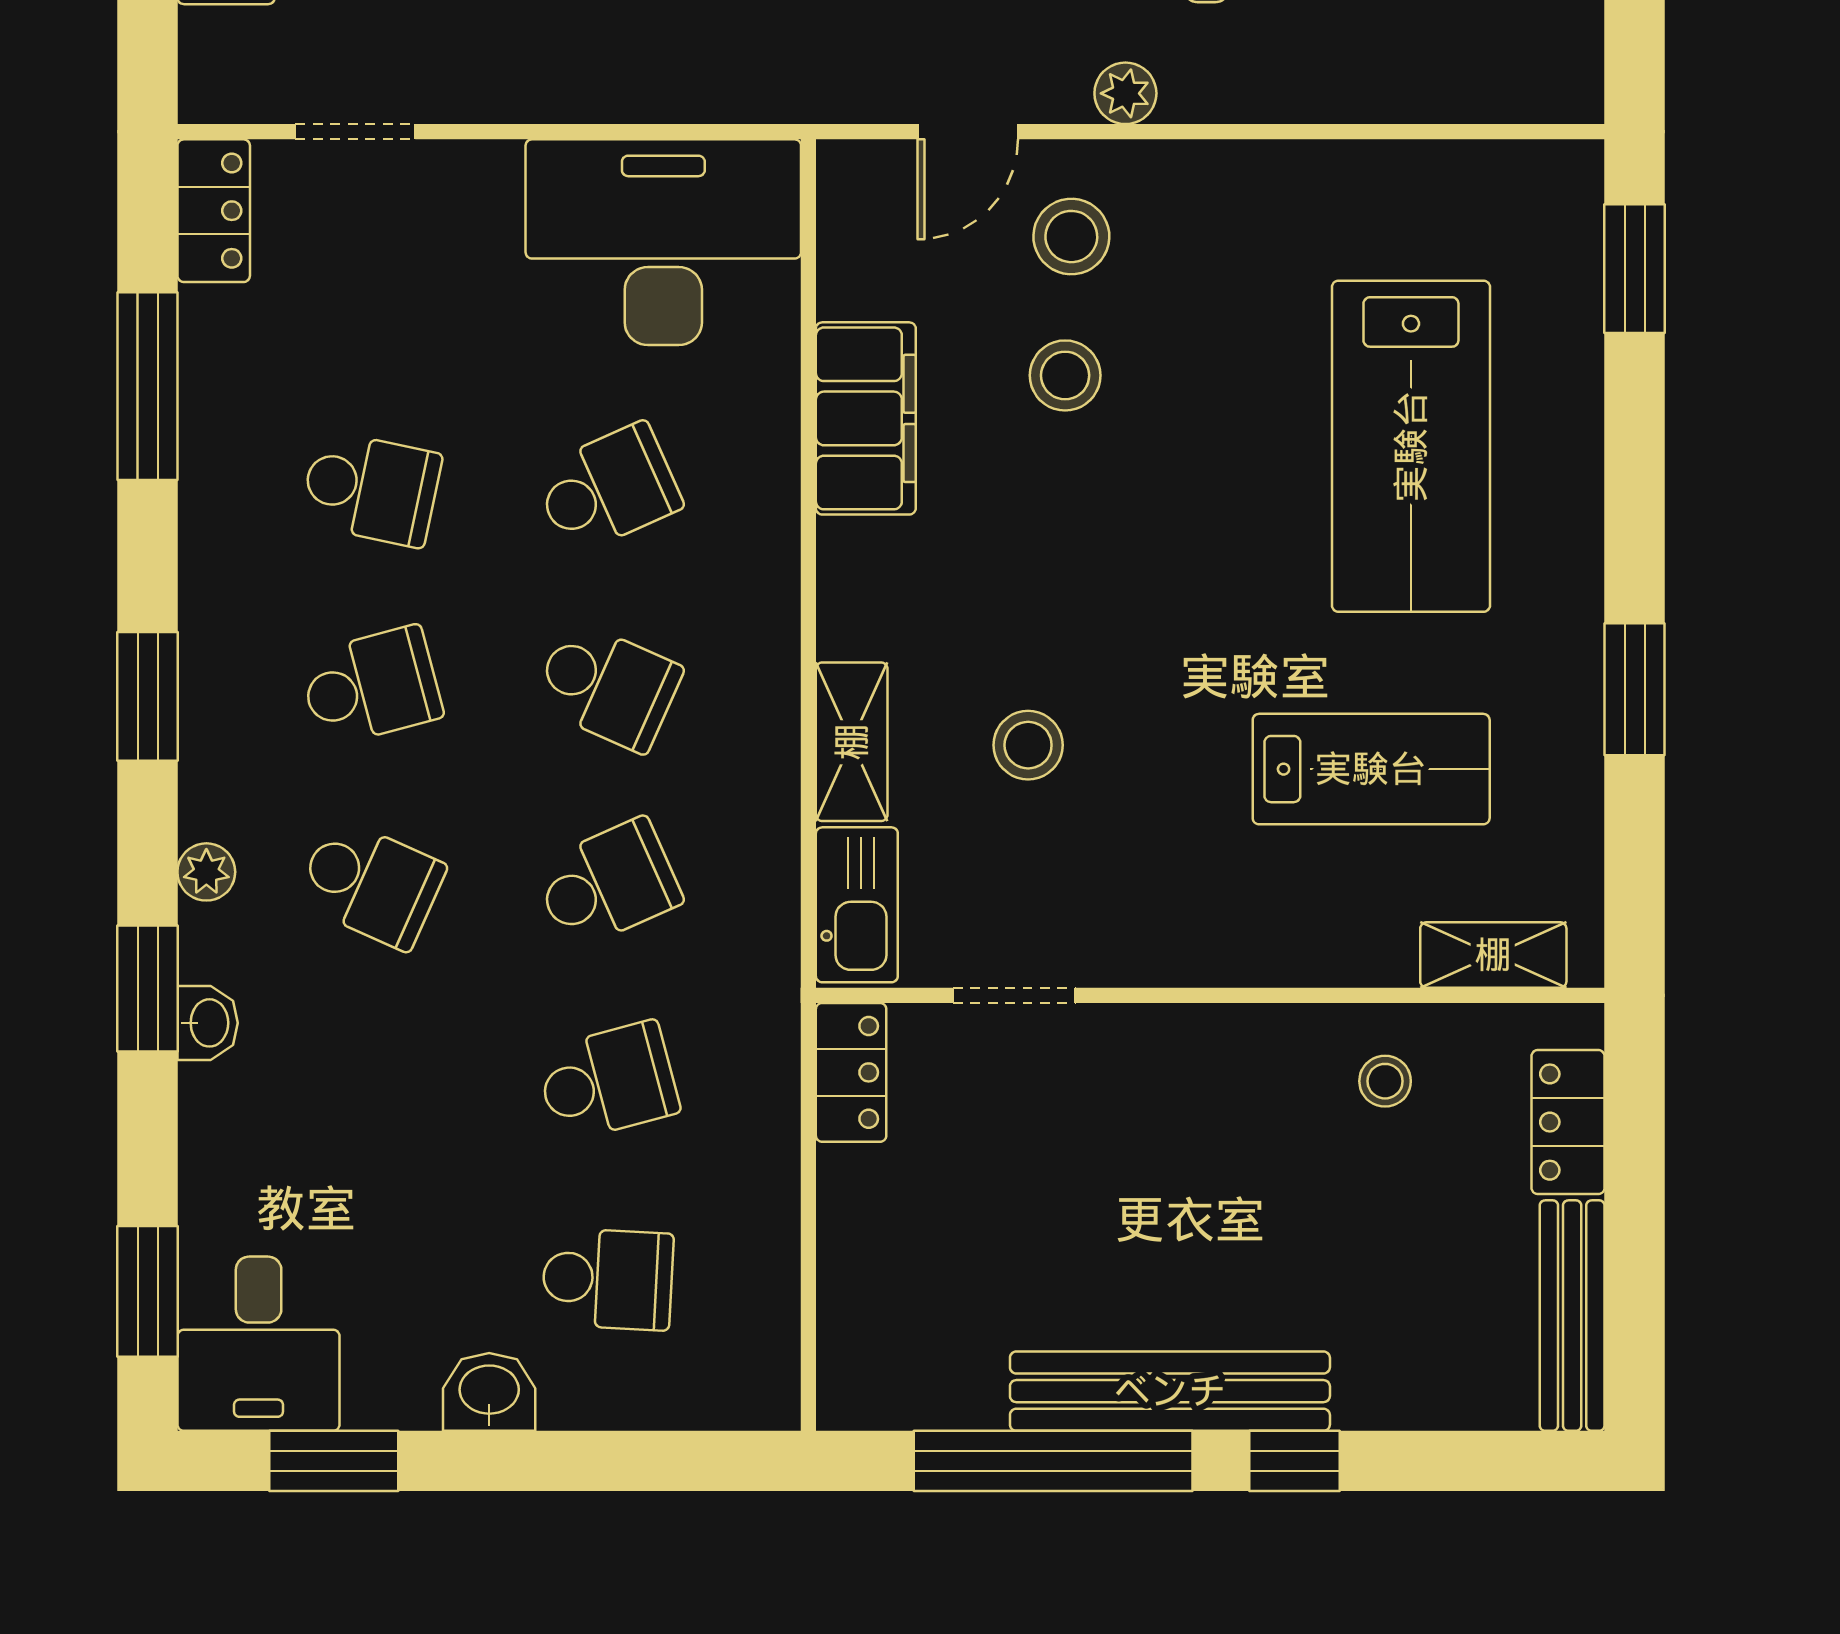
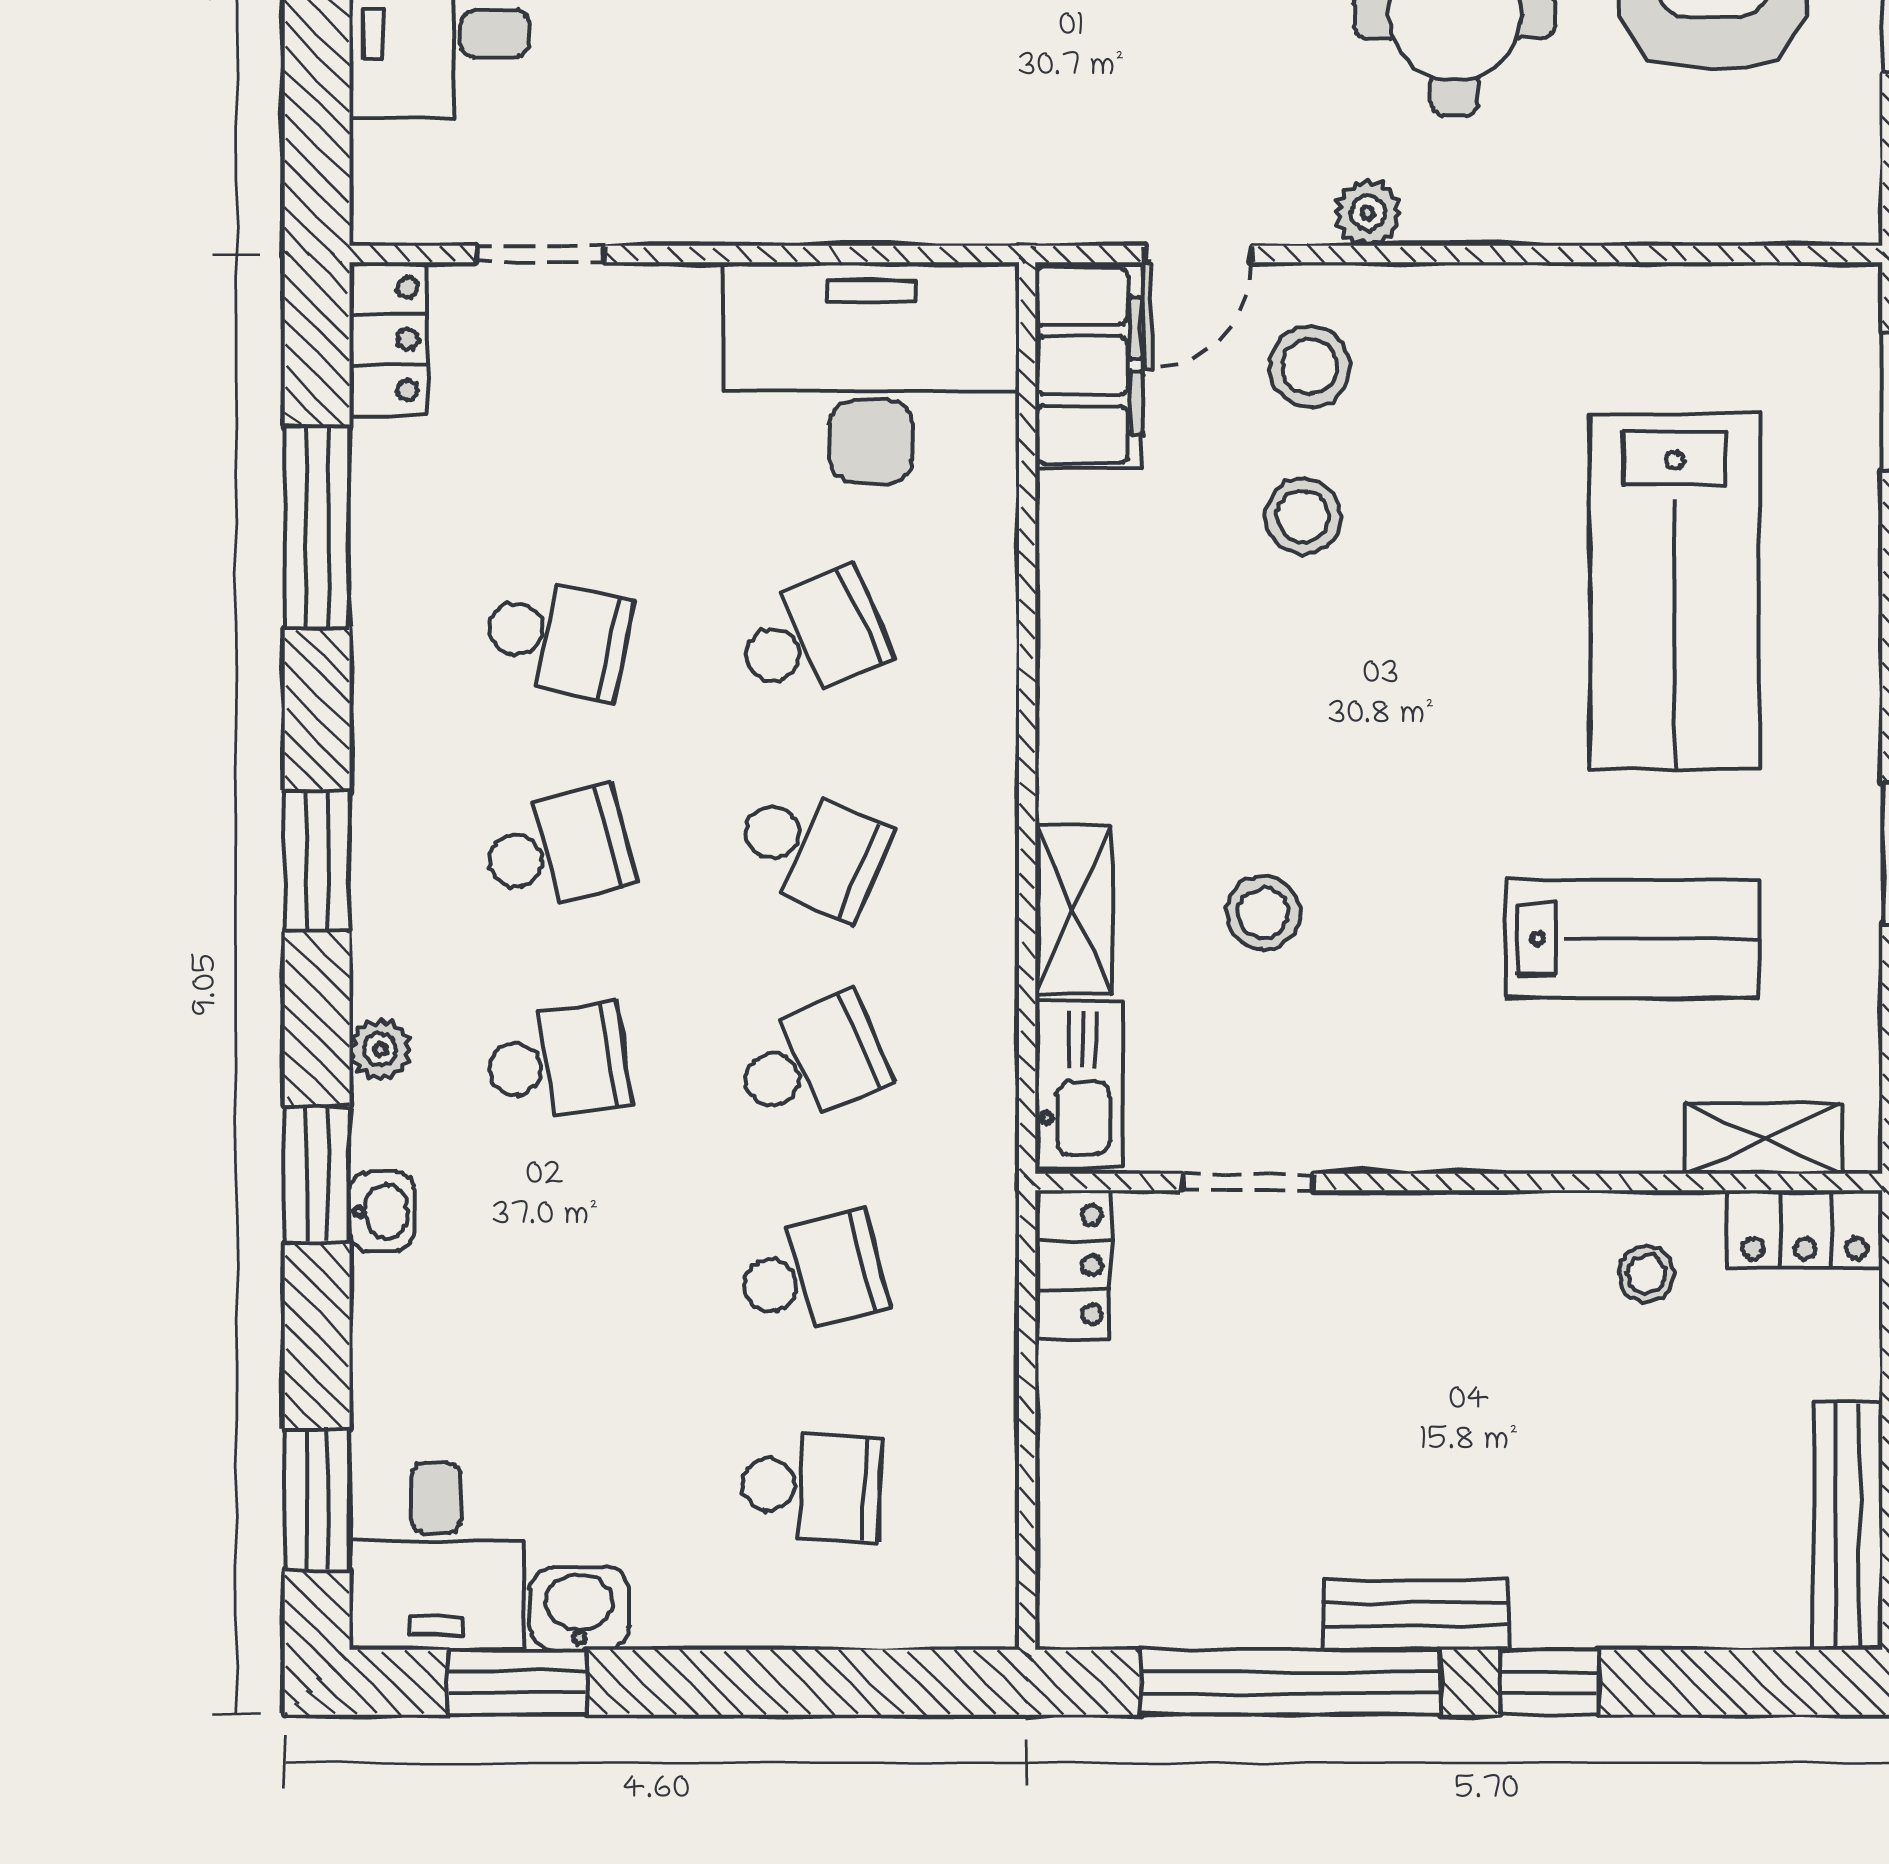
filing cabinet: (866, 418) -> (1089, 365), moved
school desk: (371, 884) -> (557, 1062), turned -33
locker: (1568, 1122) -> (1805, 1229), moved, turned -90
bench: (1170, 1391) -> (1416, 1615), width x0.54, depth x0.82
washbasin: (489, 1392) -> (579, 1608), moved

